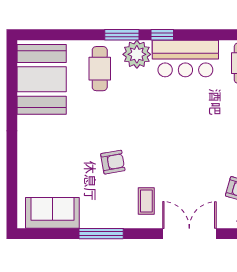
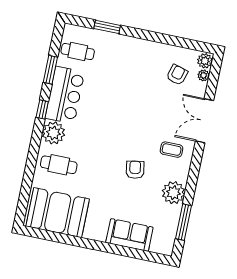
window: (122, 35) -> (50, 70), moved
sofa: (52, 213) -> (129, 235), moved, turned 90
plant: (95, 214) -> (174, 193), added
window: (101, 234) -> (184, 222), moved

